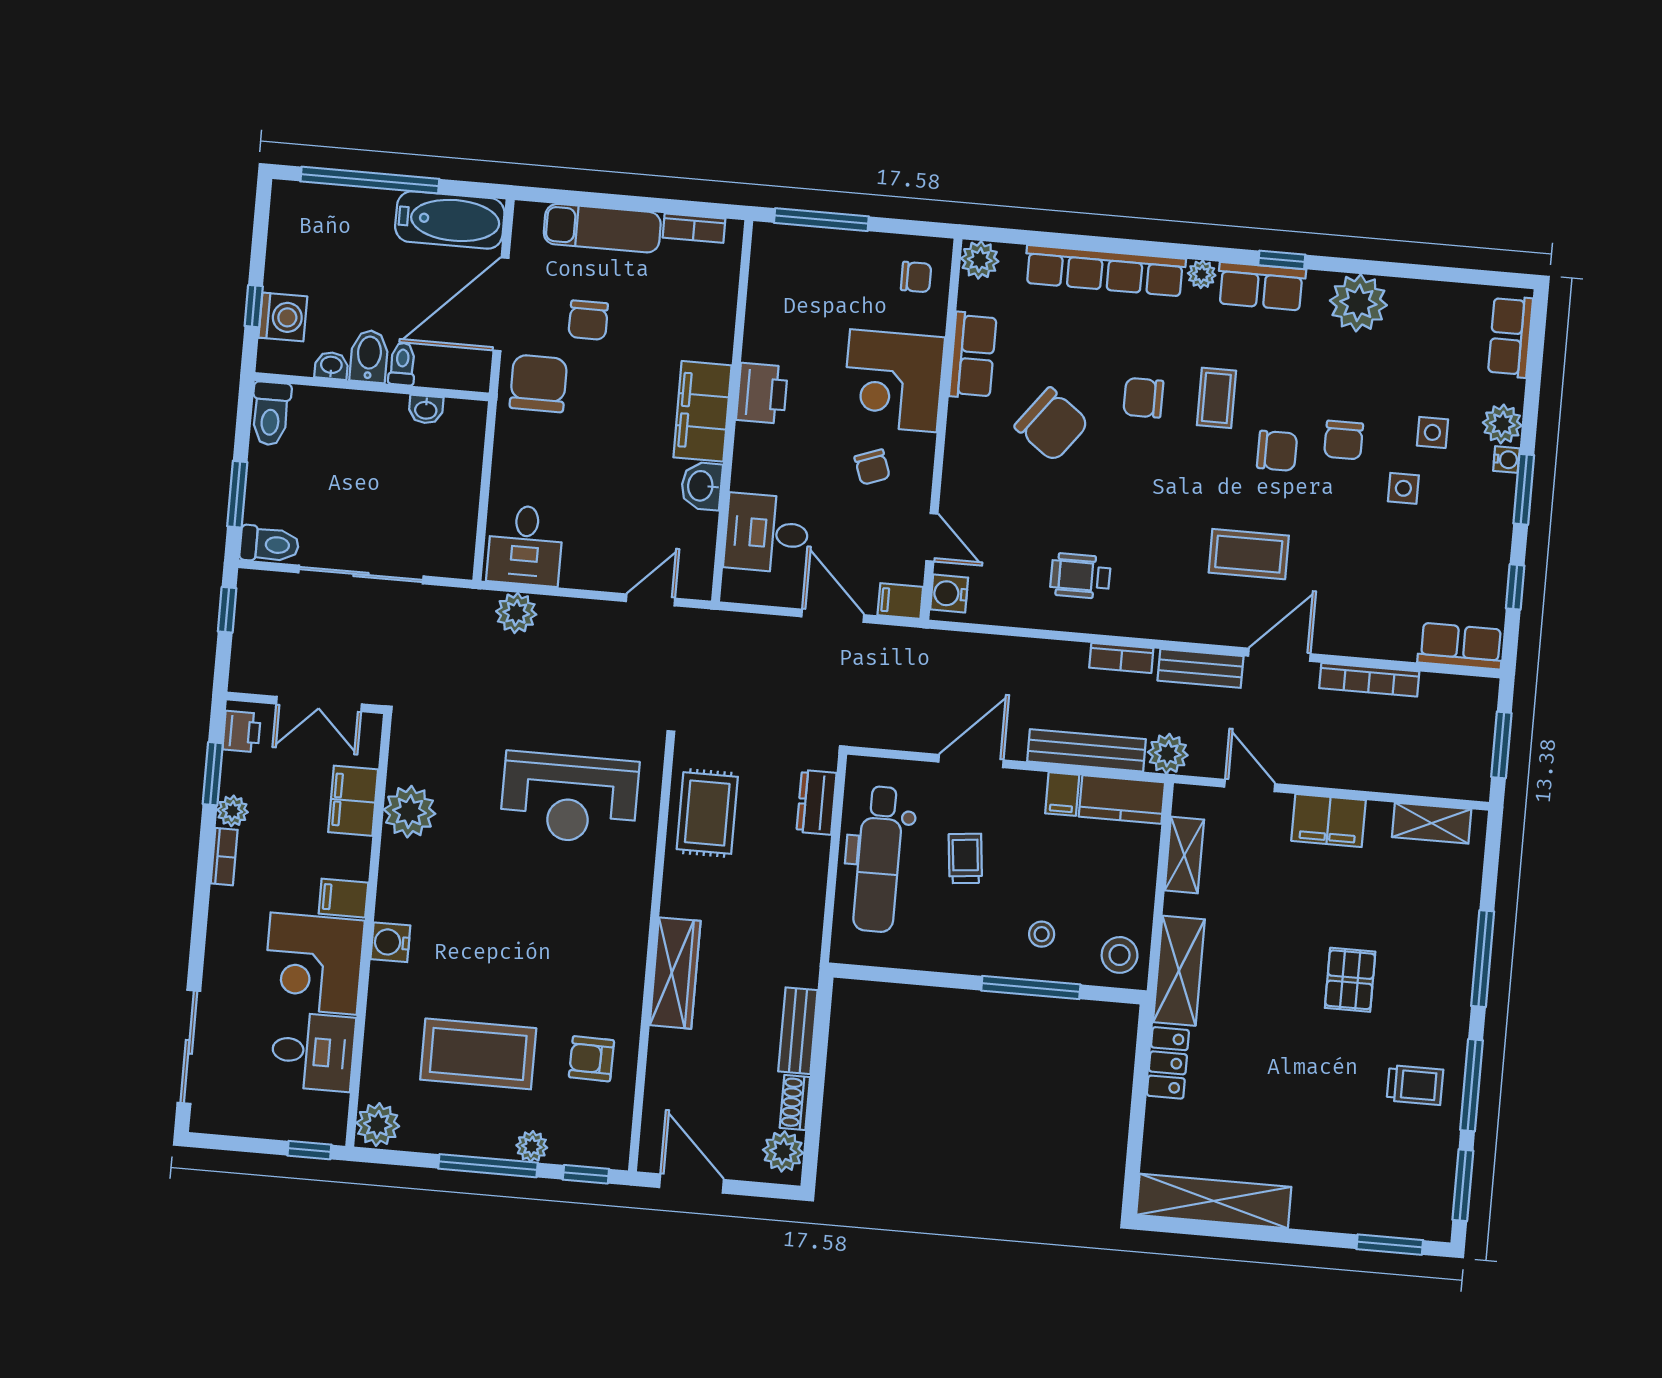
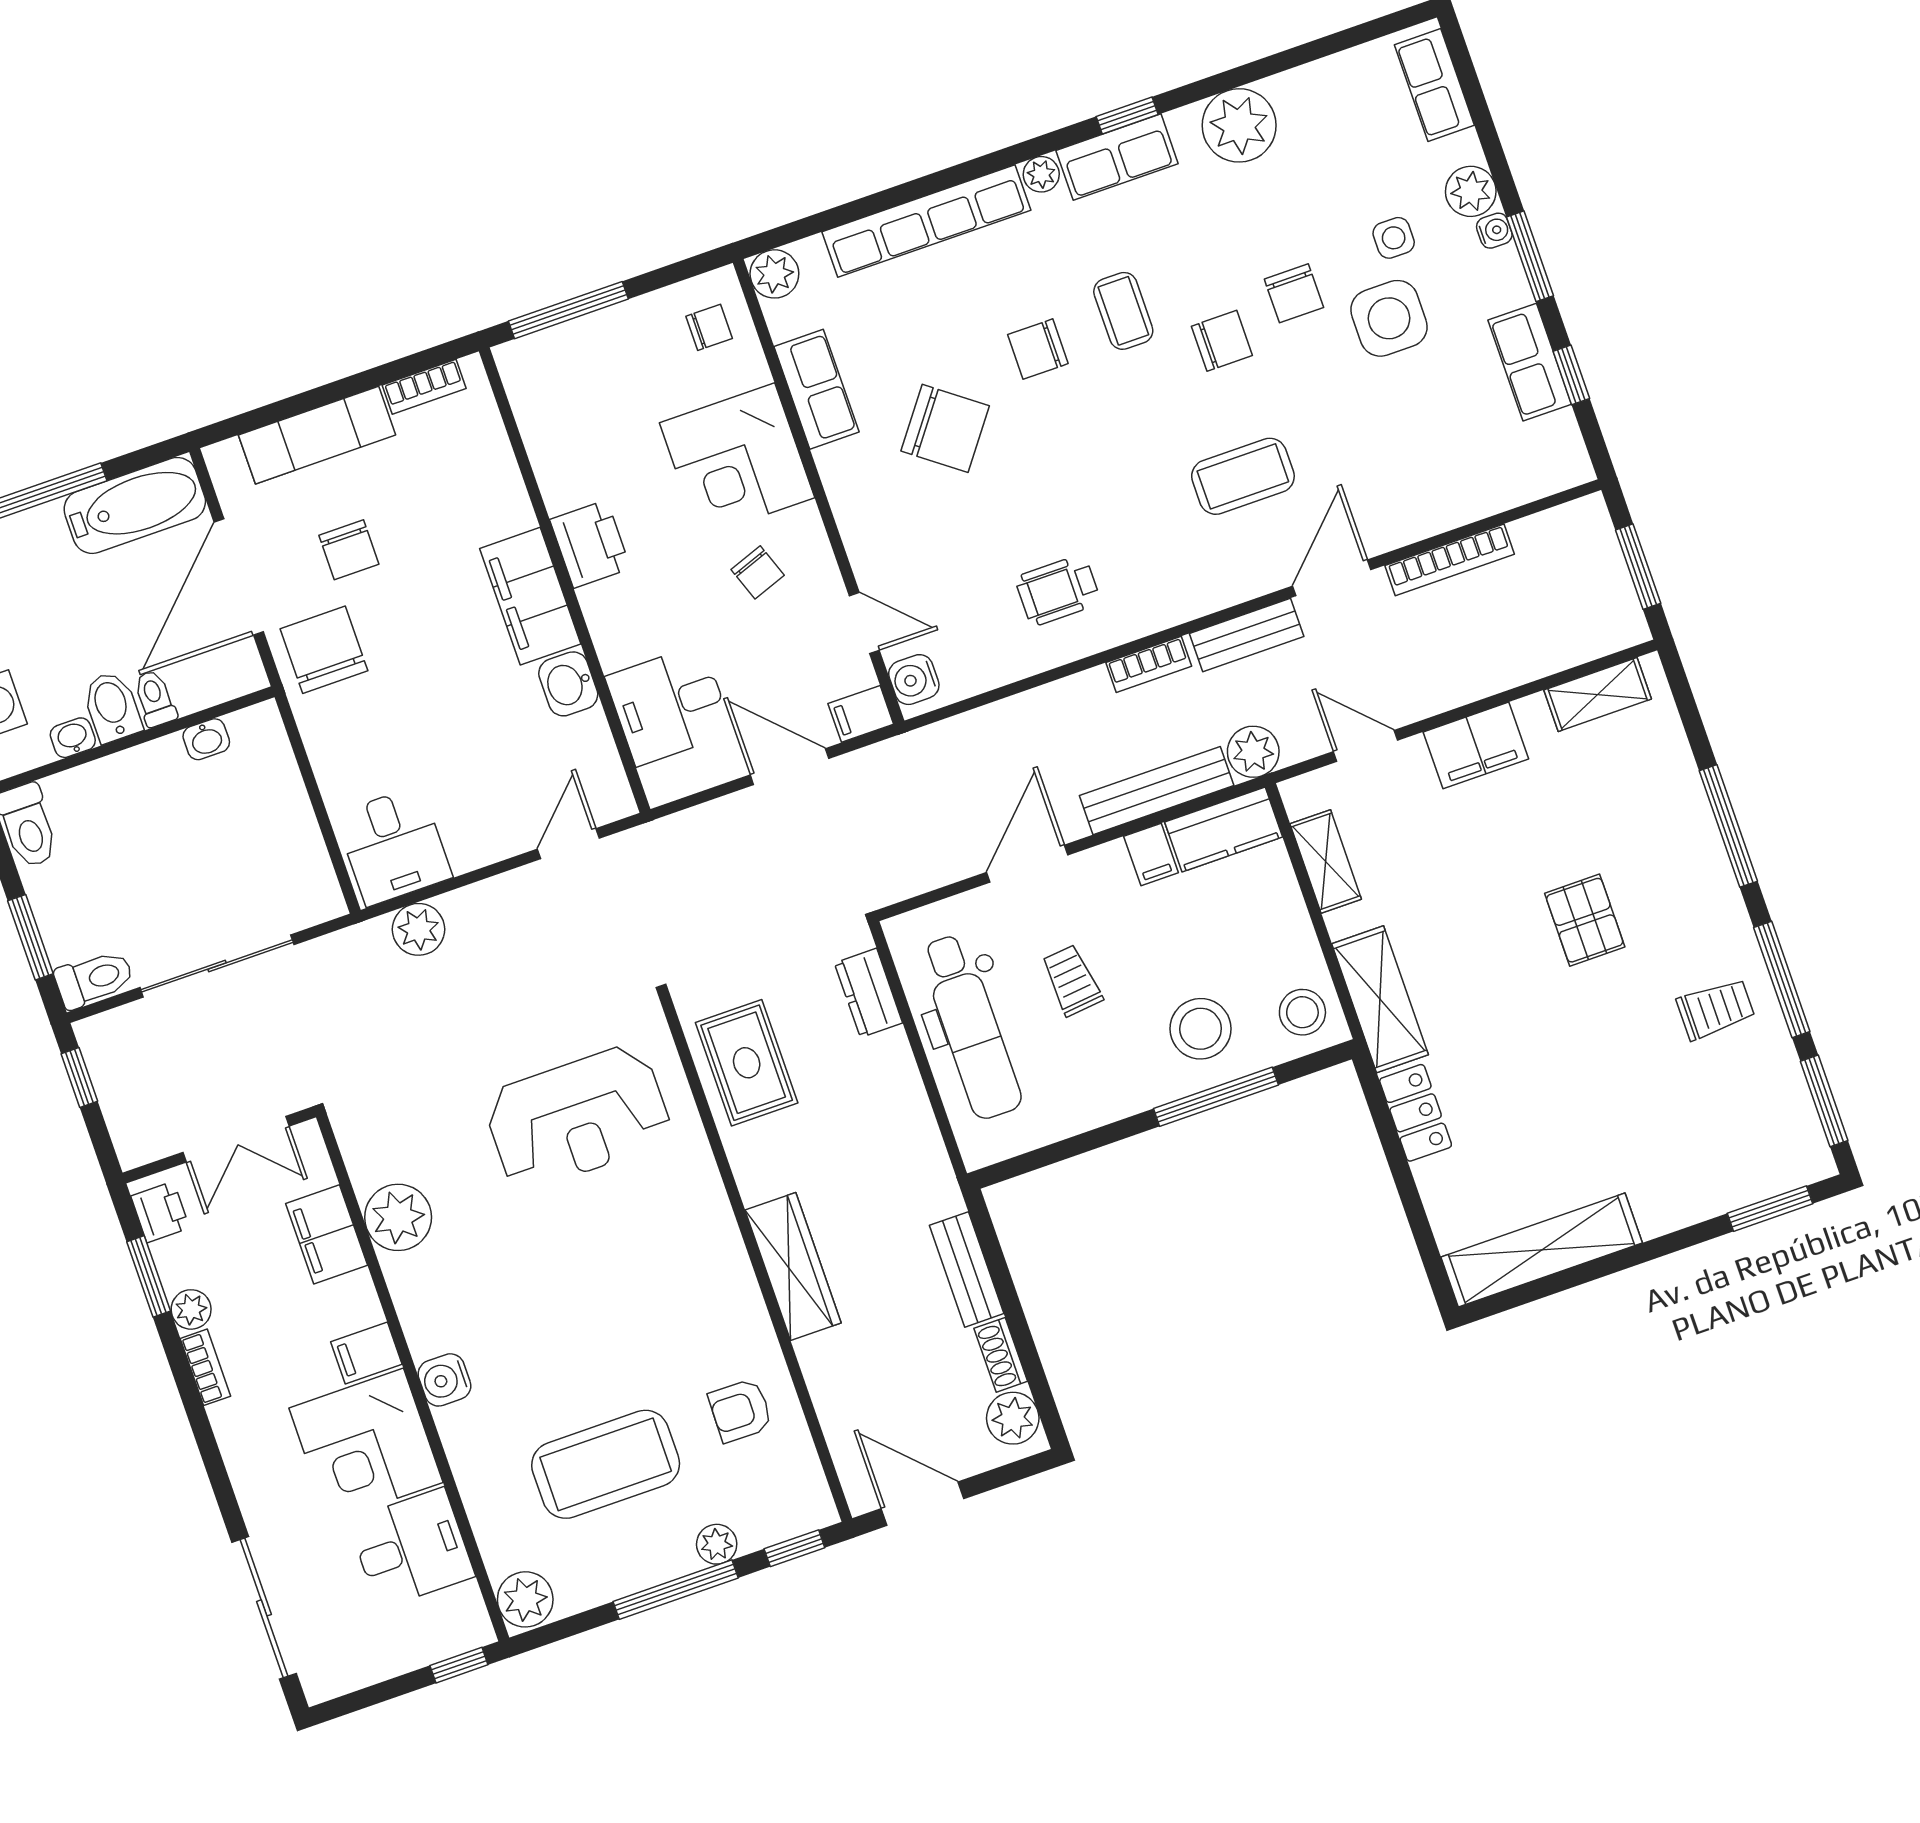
side table: (1403, 488) -> (1389, 318), width x1.87, depth x1.87
row of seats: (1461, 646) -> (1530, 362), moved, turned -90
stool: (1042, 934) -> (1201, 1029), width x1.89, depth x1.89

